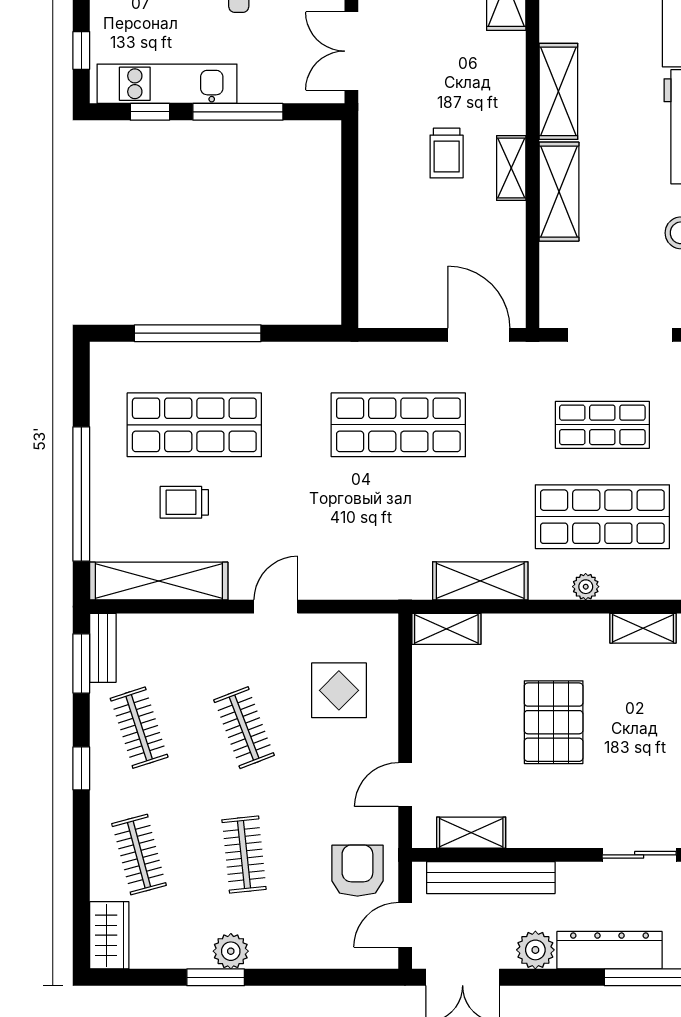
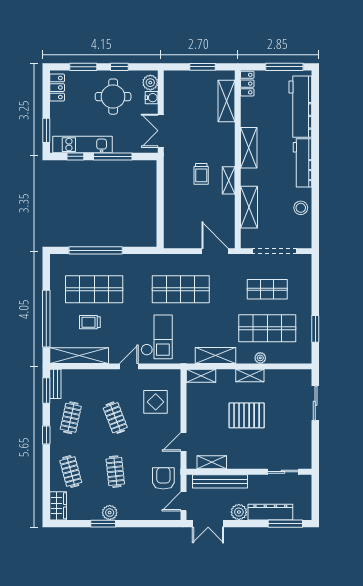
window: (81, 50) -> (46, 130), width x1.50
shelving: (559, 192) -> (249, 207), moved
checkout: (342, 537) -> (157, 337), added
shelving: (643, 628) -> (250, 376), moved
pallet: (554, 722) -> (247, 415), turned 90
clothes rail: (139, 728) -> (71, 418), turned 30

